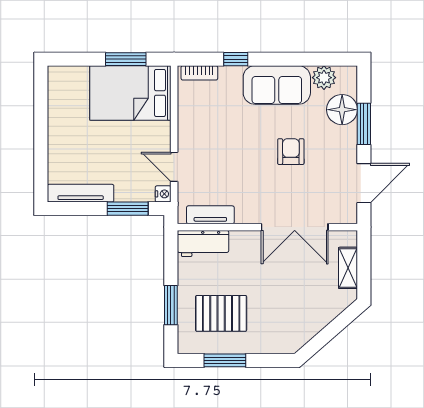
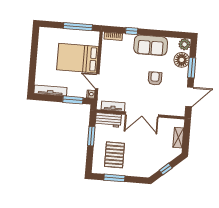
window: (126, 59) -> (78, 27), width x1.44
plant: (324, 78) -> (185, 44), moved
bed: (130, 93) -> (78, 58), moved
double door: (295, 227) -> (142, 115), moved
window: (171, 305) -> (91, 136), moved
pallet: (221, 313) -> (114, 155), turned 90
window: (328, 334) -> (166, 169), added

